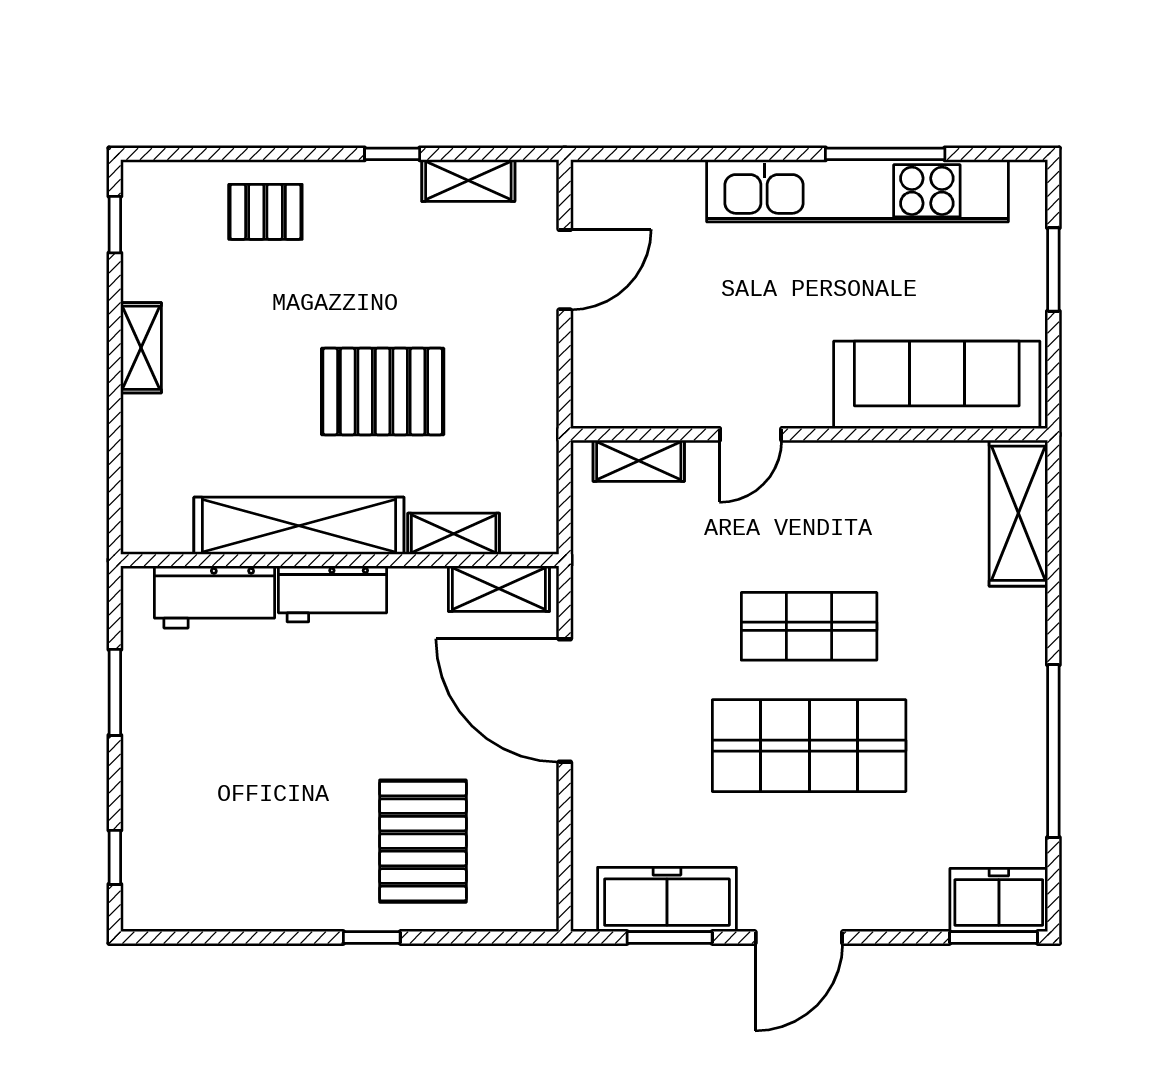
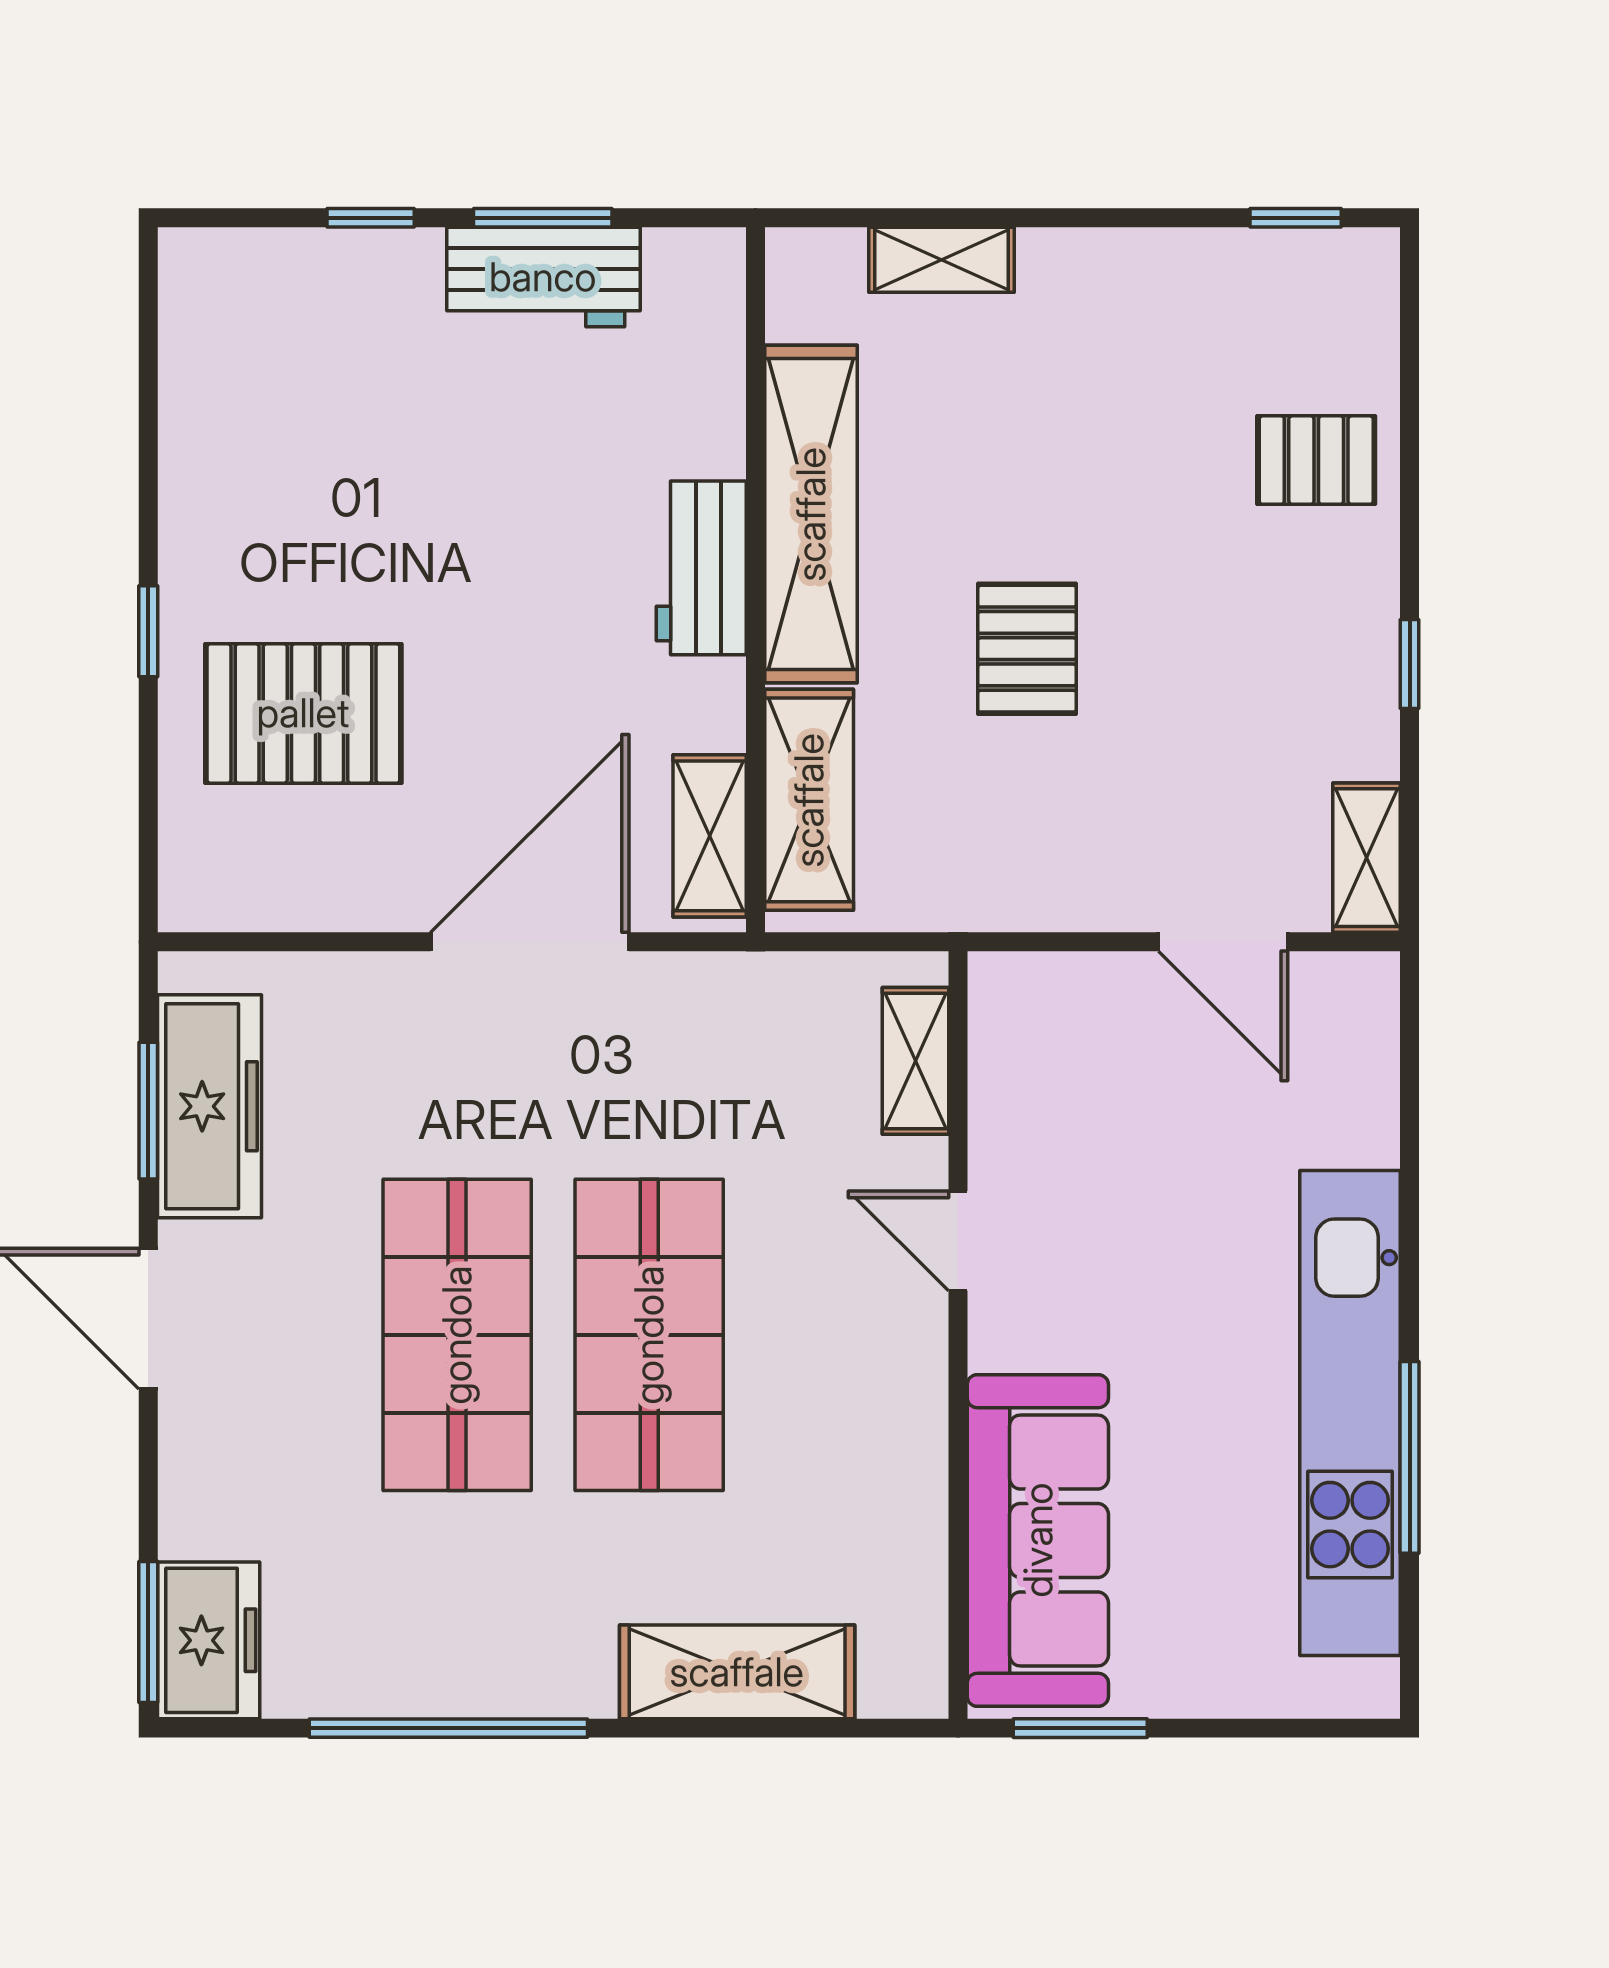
shelving: (468, 181) -> (1367, 858), moved
pallet: (265, 212) -> (1316, 460), turned 90
window: (1053, 269) -> (1080, 1728), moved
shelving: (141, 348) -> (942, 260), moved
pallet: (383, 392) -> (1027, 649), width x0.67, depth x0.71
shelving: (1018, 513) -> (737, 1672), moved
shelving: (454, 534) -> (809, 800), width x1.50, depth x1.33
workbench: (214, 597) -> (543, 277), moved, turned -90
shop shelf: (809, 626) -> (649, 1335), width x1.43, depth x1.36
window: (115, 857) -> (371, 218), moved

